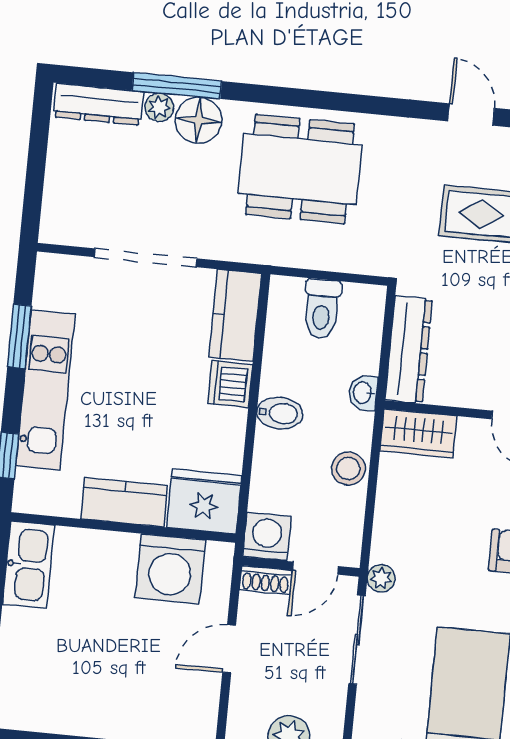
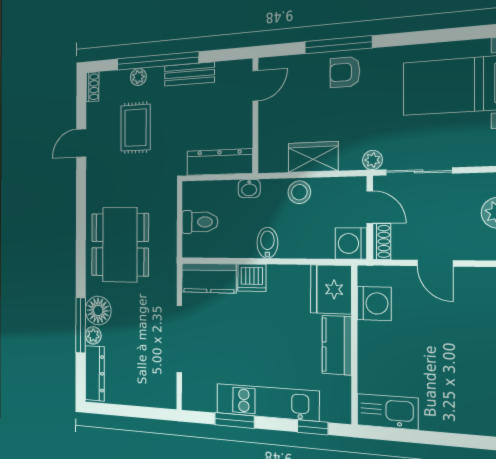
wardrobe: (418, 433) -> (313, 157), moved, turned -90
washing machine: (170, 569) -> (374, 303), width x0.73, depth x0.73

